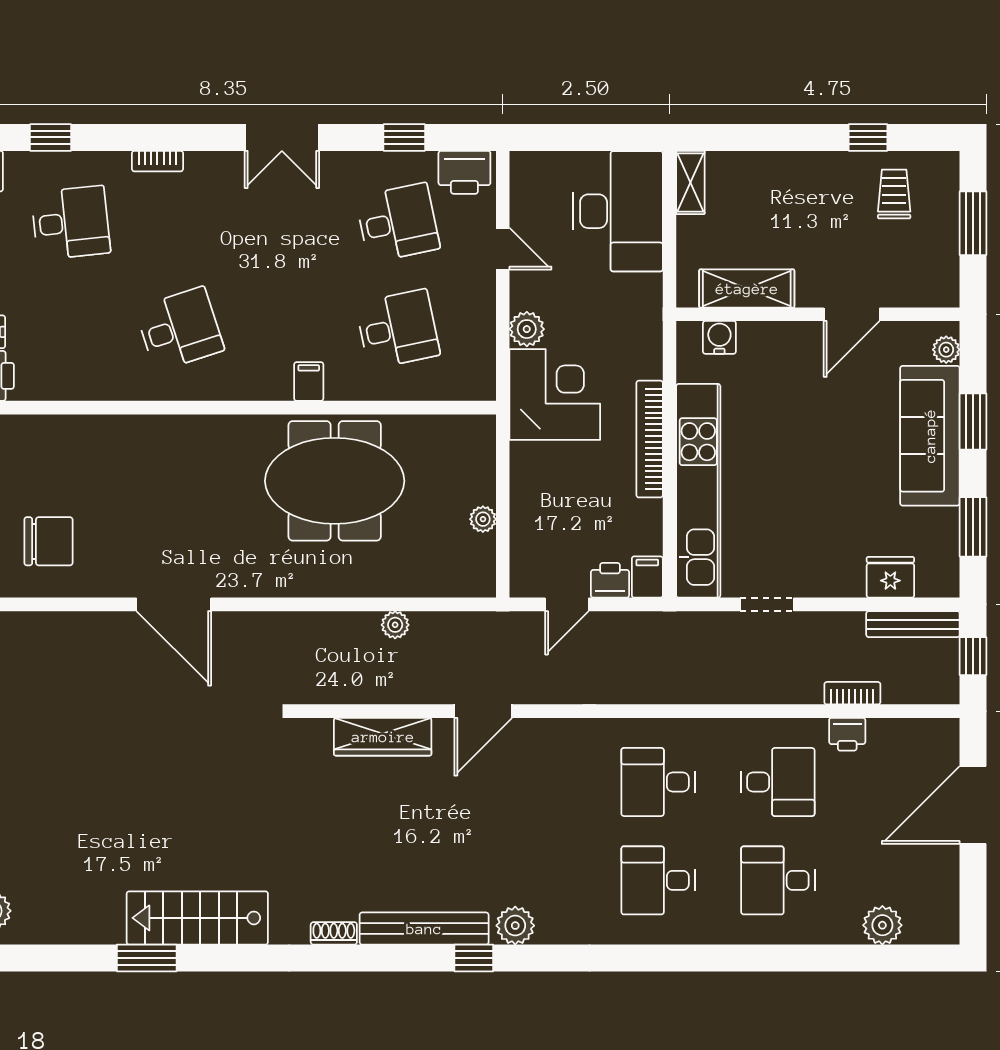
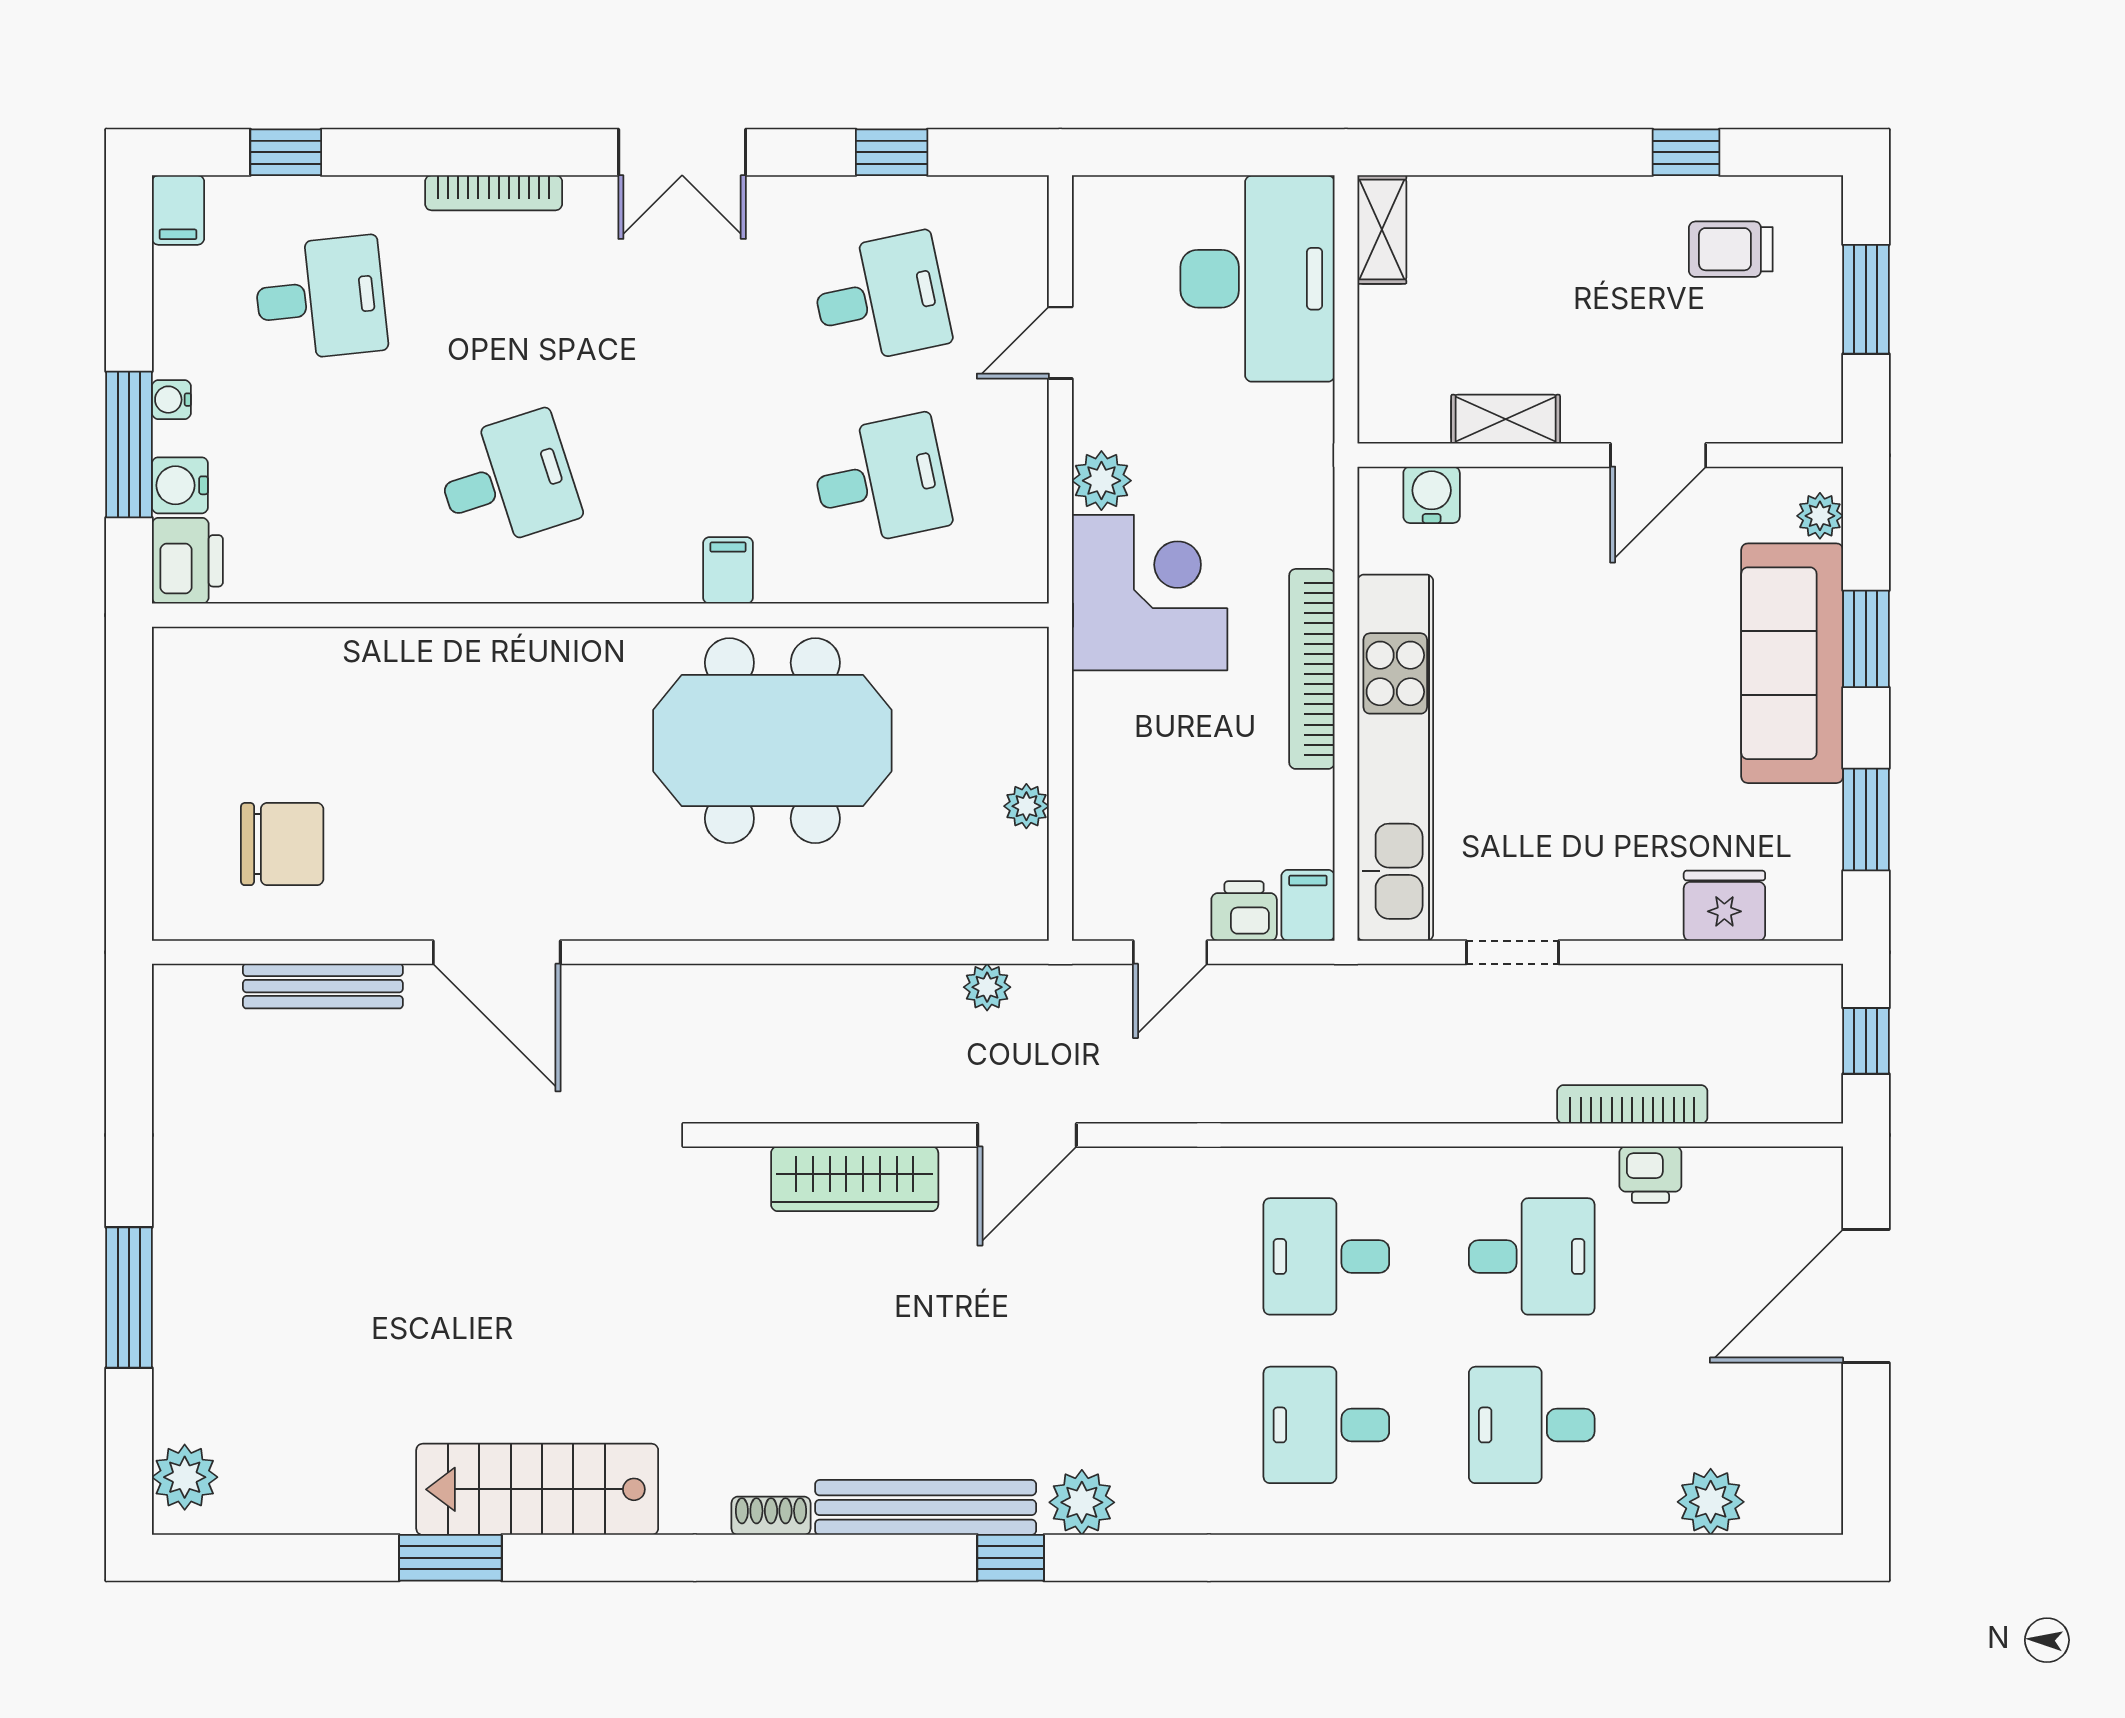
bookcase: (157, 161) -> (494, 193), width x1.56
printer: (464, 172) -> (995, 212), removed
trolley: (894, 194) -> (1731, 249), turned -90
door: (503, 249) -> (1060, 343), swing flipped
shelving: (747, 289) -> (1506, 419), width x0.67, depth x0.75
bench: (913, 624) -> (323, 986), moved
plant: (395, 625) -> (987, 987), moved
bookcase: (852, 693) -> (1632, 1104), width x1.56

